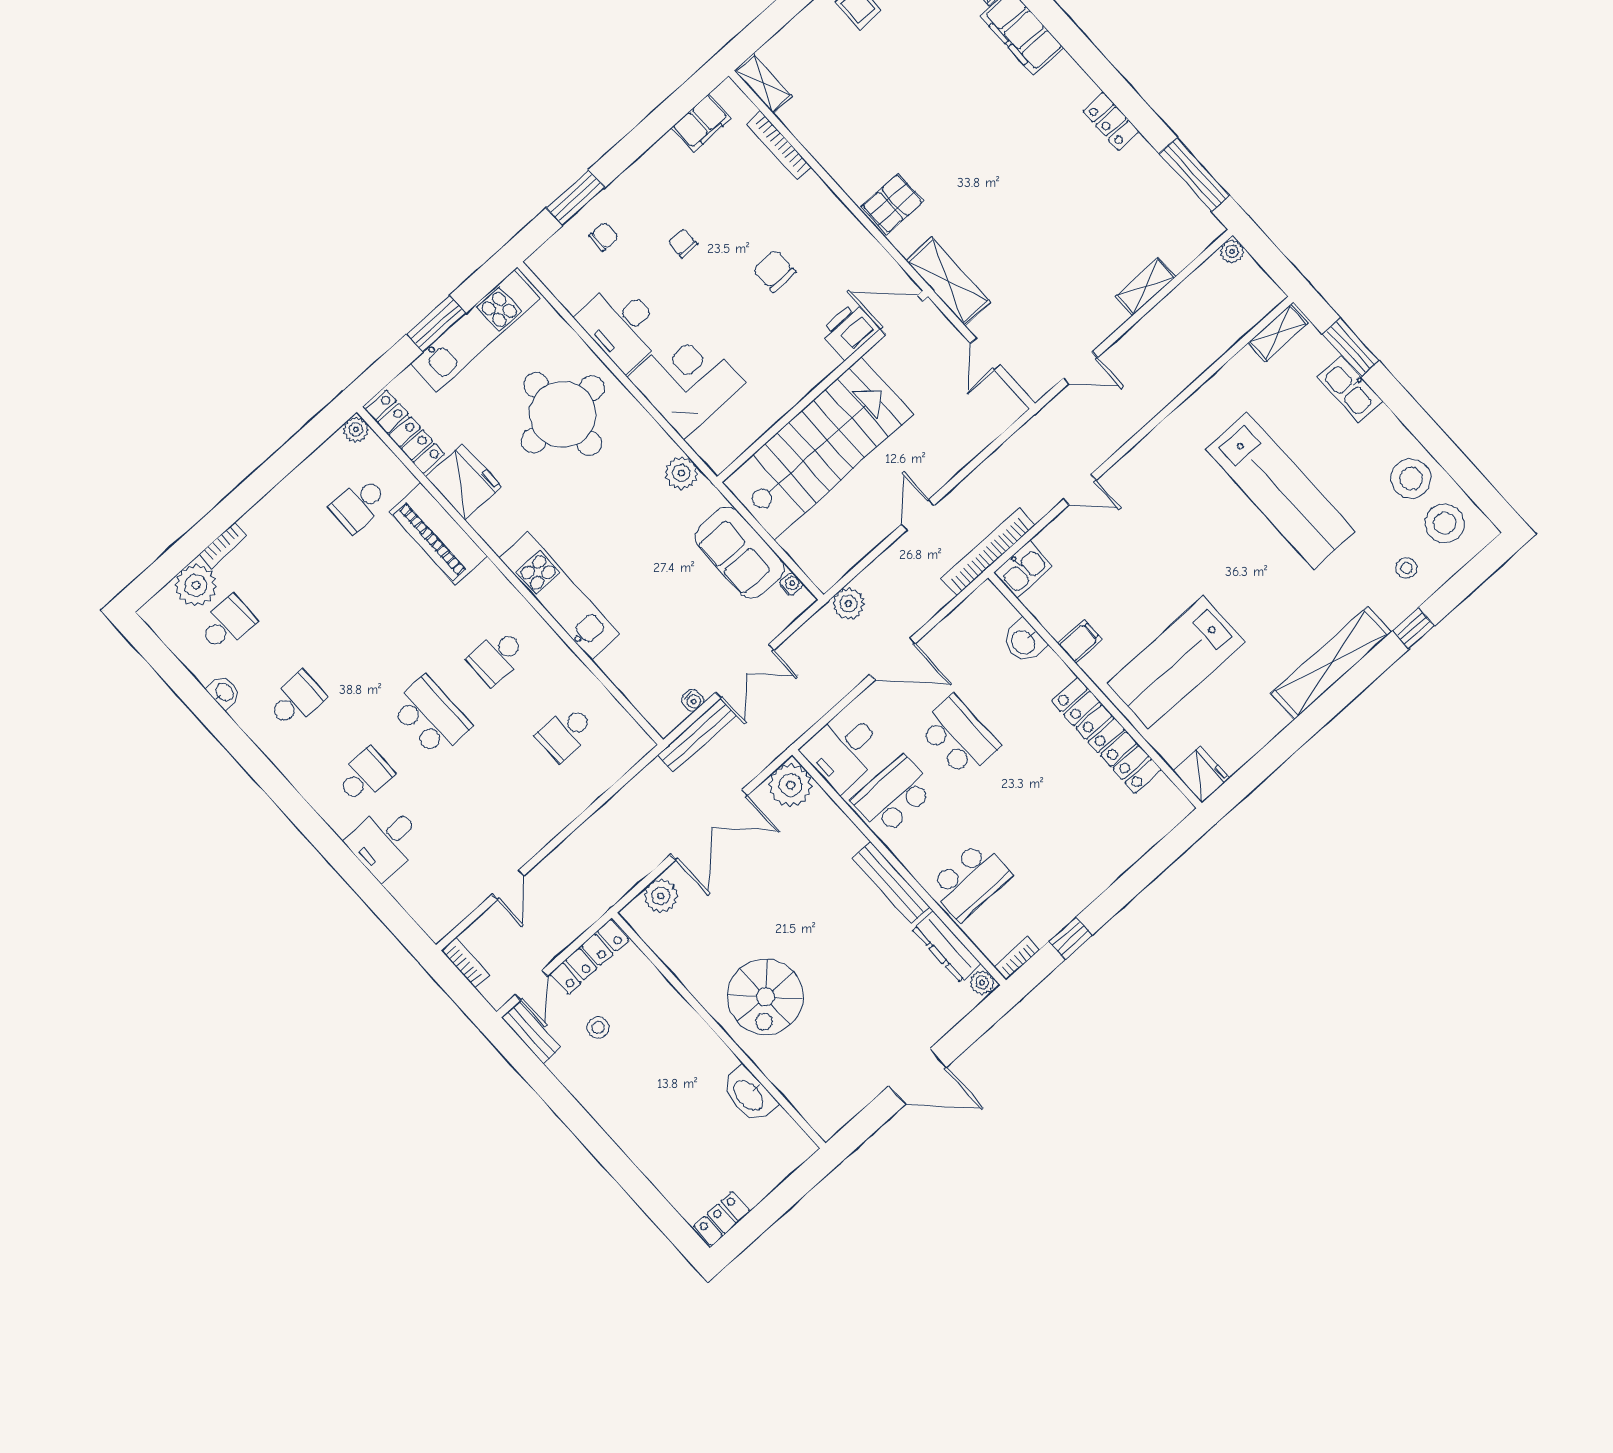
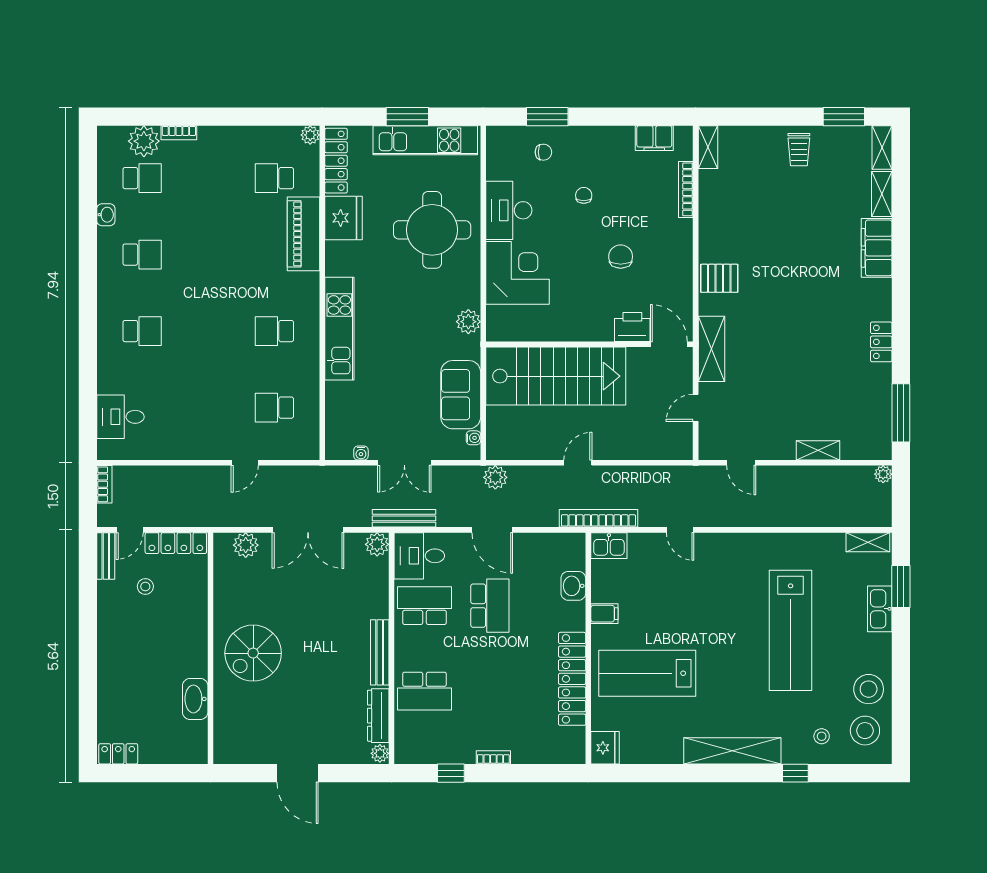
school desk: (431, 716) -> (208, 331), removed
bench: (697, 735) -> (404, 518), moved
plant: (791, 785) -> (377, 544), width x0.73, depth x0.73
desk: (385, 841) -> (120, 417), moved
door: (508, 885) -> (245, 463), moved
bookcase: (1017, 958) -> (493, 757), moved

